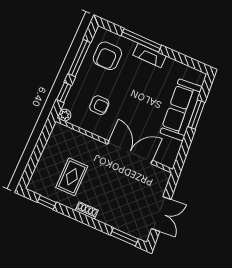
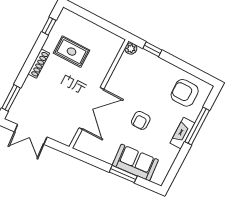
window: (79, 58) -> (184, 66), removed
armchair: (99, 105) -> (141, 120), moved
sofa: (181, 110) -> (135, 163), width x0.73
shoe rack: (87, 210) -> (39, 64), width x1.43

